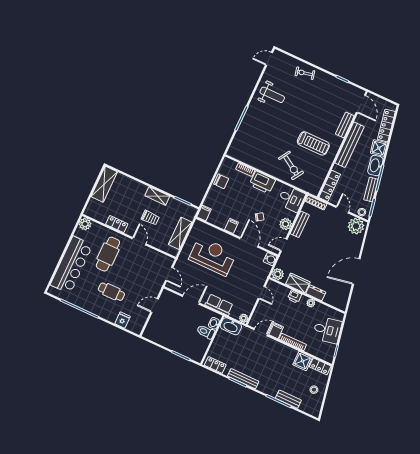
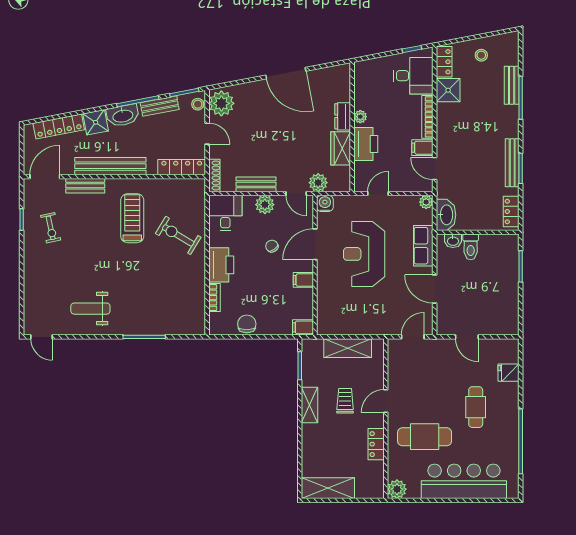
exercise bike: (305, 73) -> (51, 228), moved
weight bench: (272, 95) -> (90, 309), turned -90
exercise bike: (291, 165) -> (178, 235), turned -91
door: (342, 210) -> (207, 134), swing flipped
reception desk: (213, 256) -> (364, 254), moved
plant: (278, 274) -> (318, 183), moved
printer: (295, 296) -> (366, 144), width x1.87, depth x1.48
desk: (327, 330) -> (413, 76), moved, turned 101

